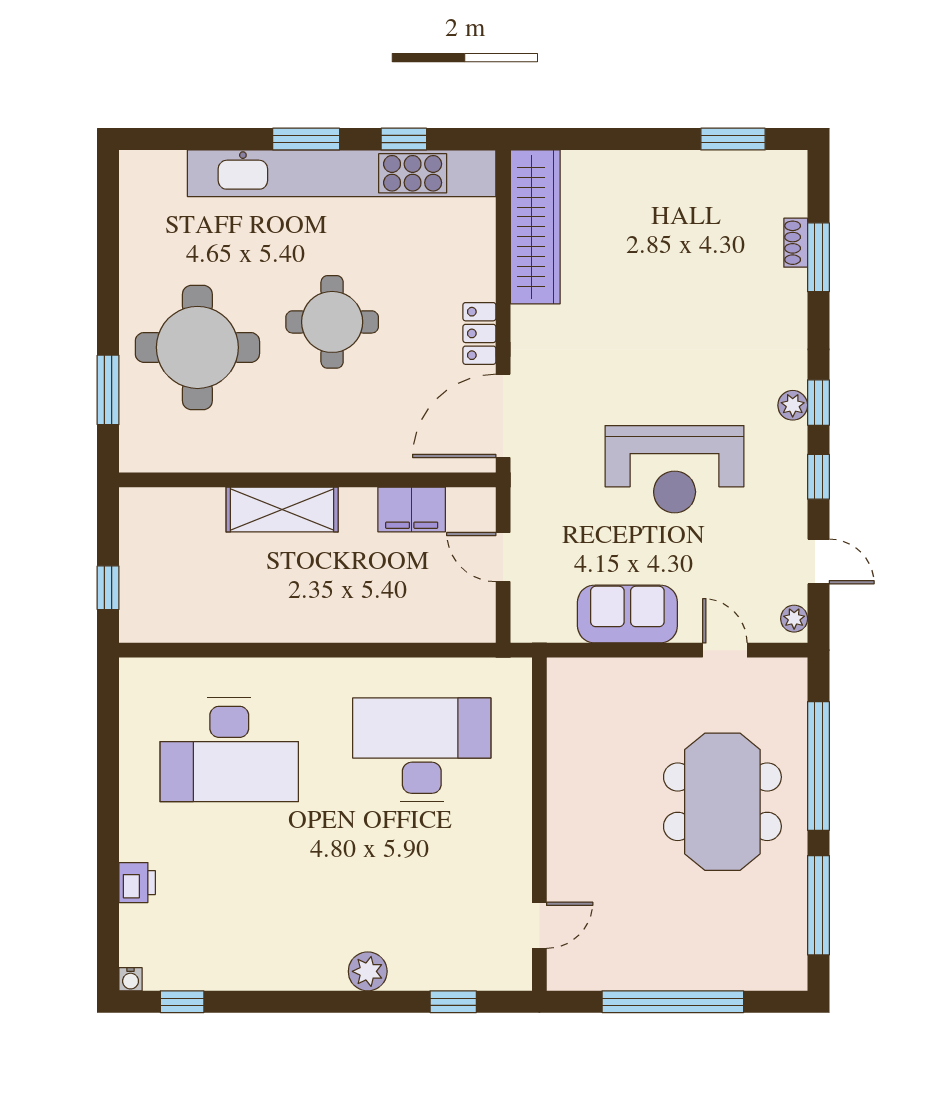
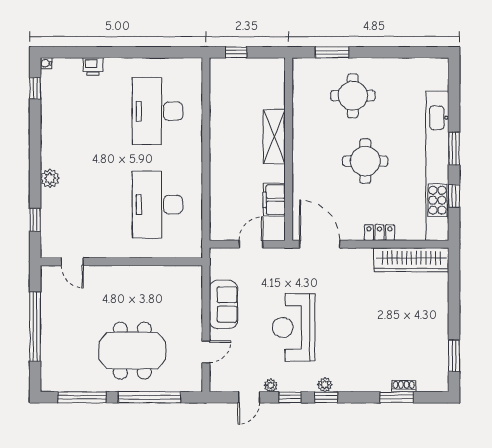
locker: (479, 333) -> (379, 233), moved
round table: (197, 347) -> (353, 96), width x0.73, depth x0.73
plant: (794, 619) -> (271, 385), moved
desk: (422, 750) -> (157, 205), turned 180

